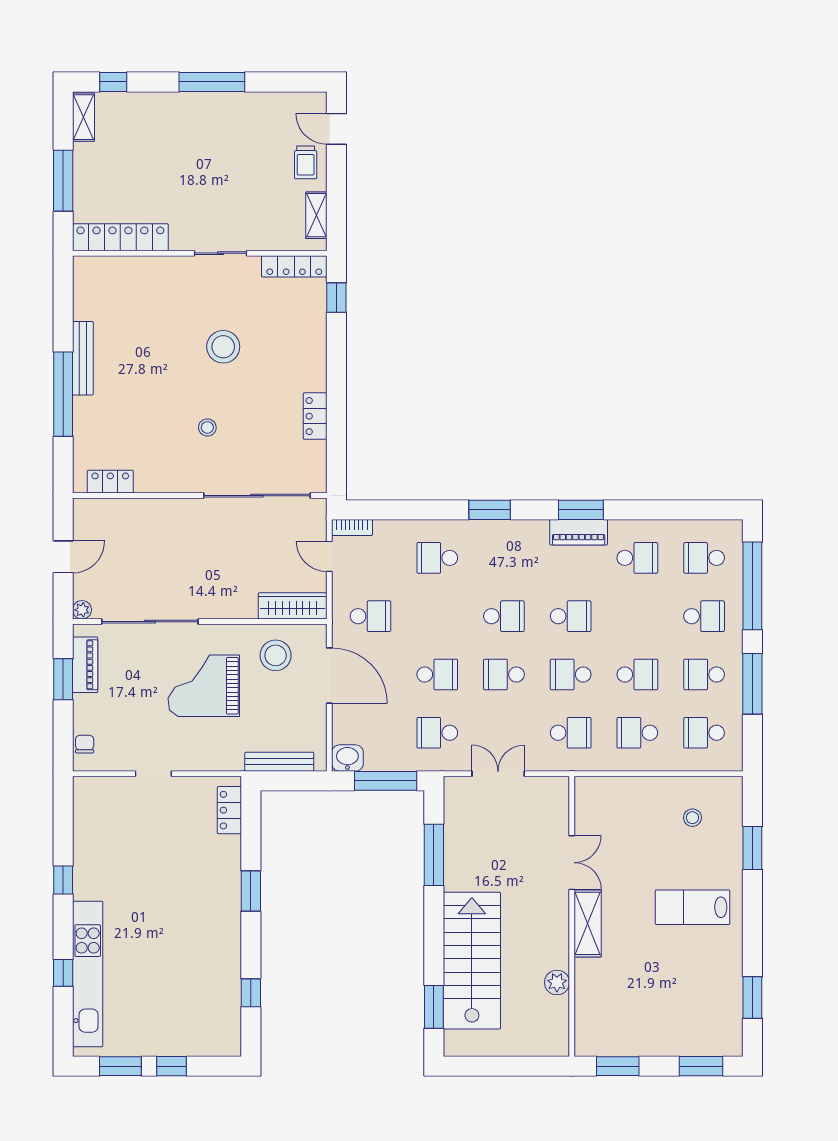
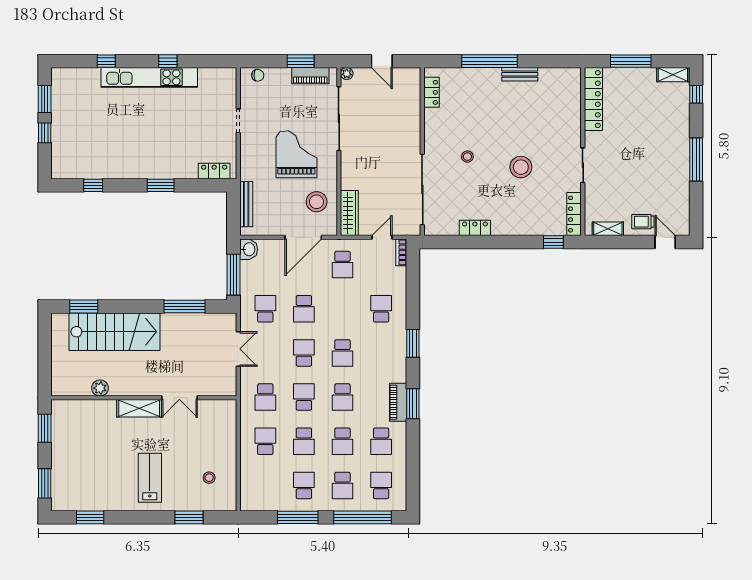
door: (336, 129) -> (665, 242), hinge flipped
bench: (83, 358) -> (520, 74), width x0.73
school desk: (704, 733) -> (342, 441), moved, turned 180
kitchen unit: (88, 974) -> (149, 77), moved

